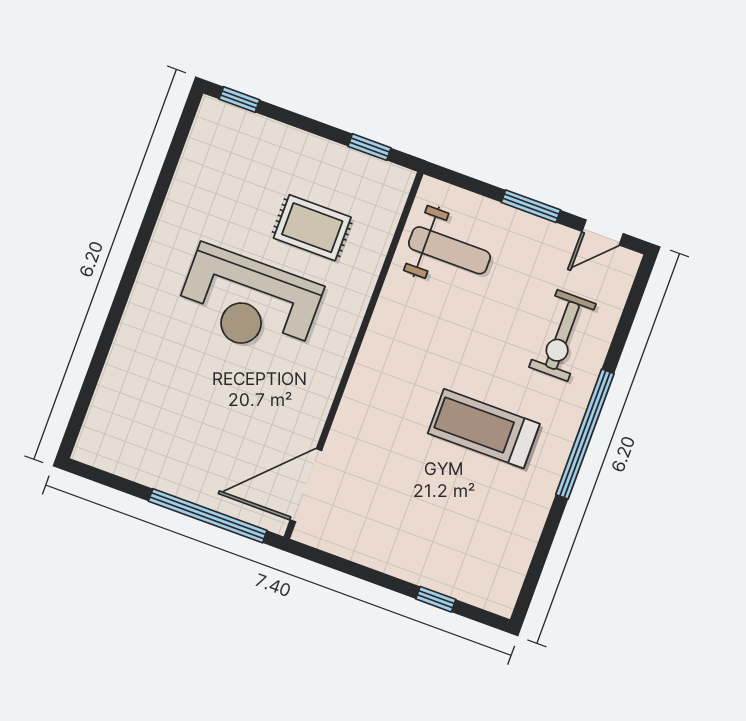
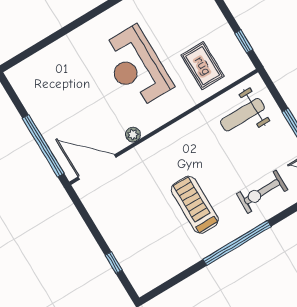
rug: (312, 228) -> (203, 66), moved
weight bench: (449, 250) -> (242, 115), turned 90
plant: (320, 400) -> (133, 135), added

